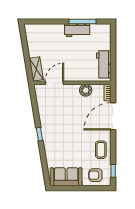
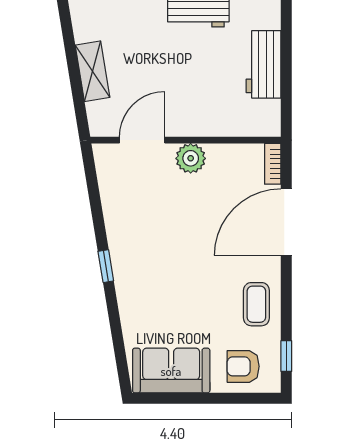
workbench: (104, 64) -> (264, 64), moved
shelving: (36, 69) -> (92, 71), moved
plant: (86, 90) -> (191, 158), moved

